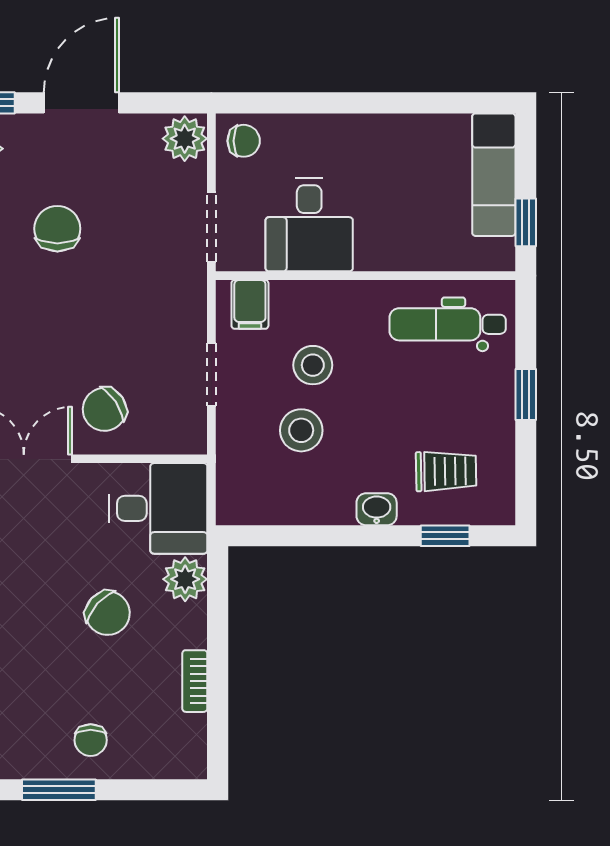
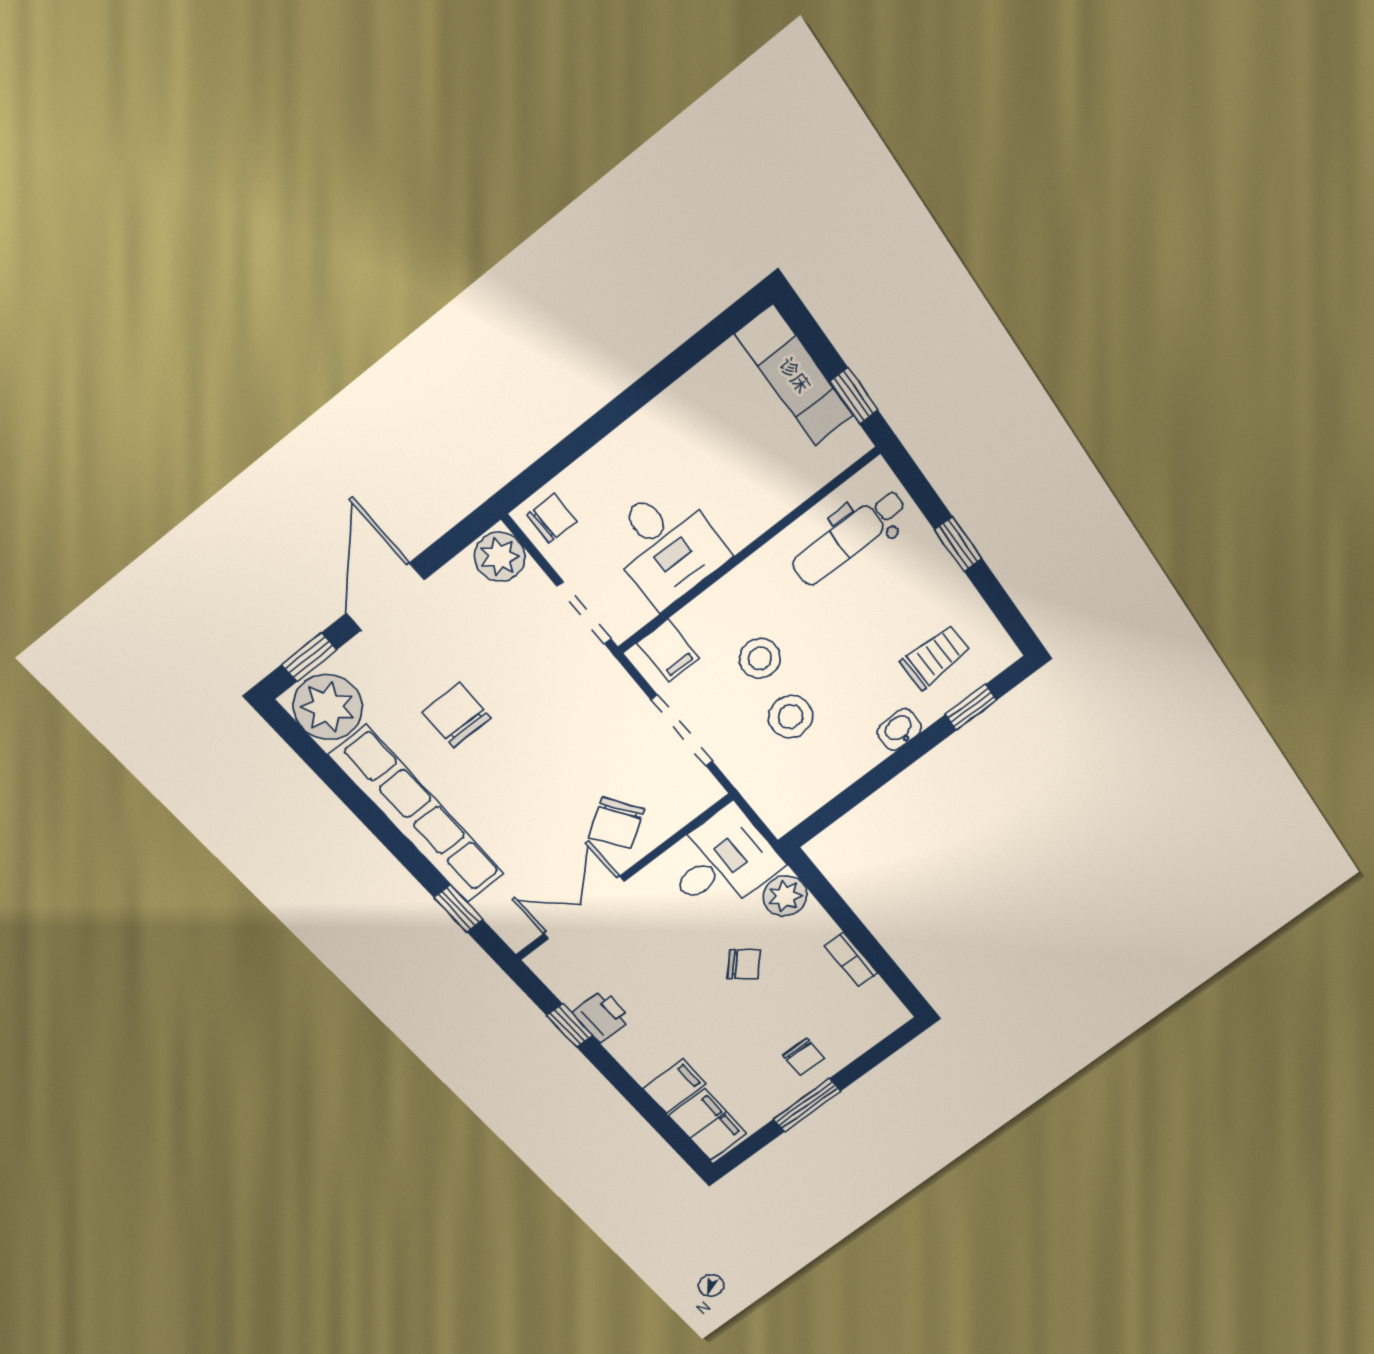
doorway: (211, 375) -> (682, 731), width x1.38
chair: (108, 613) -> (744, 964), width x0.73, depth x0.73

